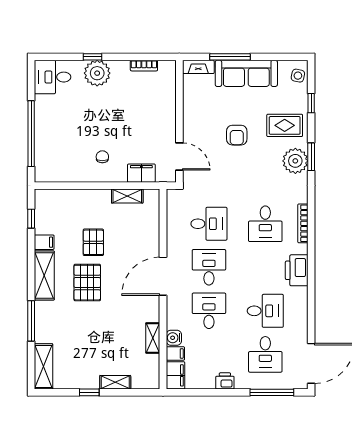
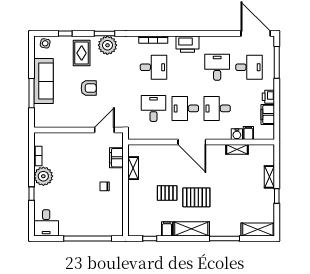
fireplace: (198, 67) -> (39, 116), removed
plant: (97, 73) -> (43, 176), moved
filing cabinet: (175, 375) -> (268, 114), moved, turned -90

